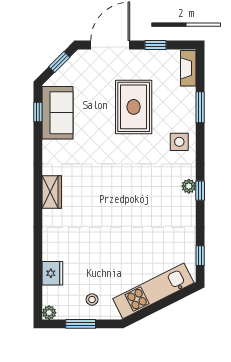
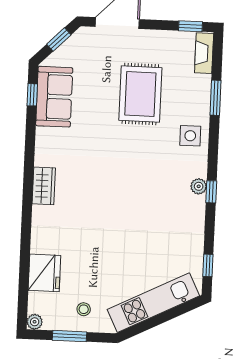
window: (156, 45) -> (190, 26), moved
fridge: (52, 273) -> (44, 273), width x1.36, depth x1.34

